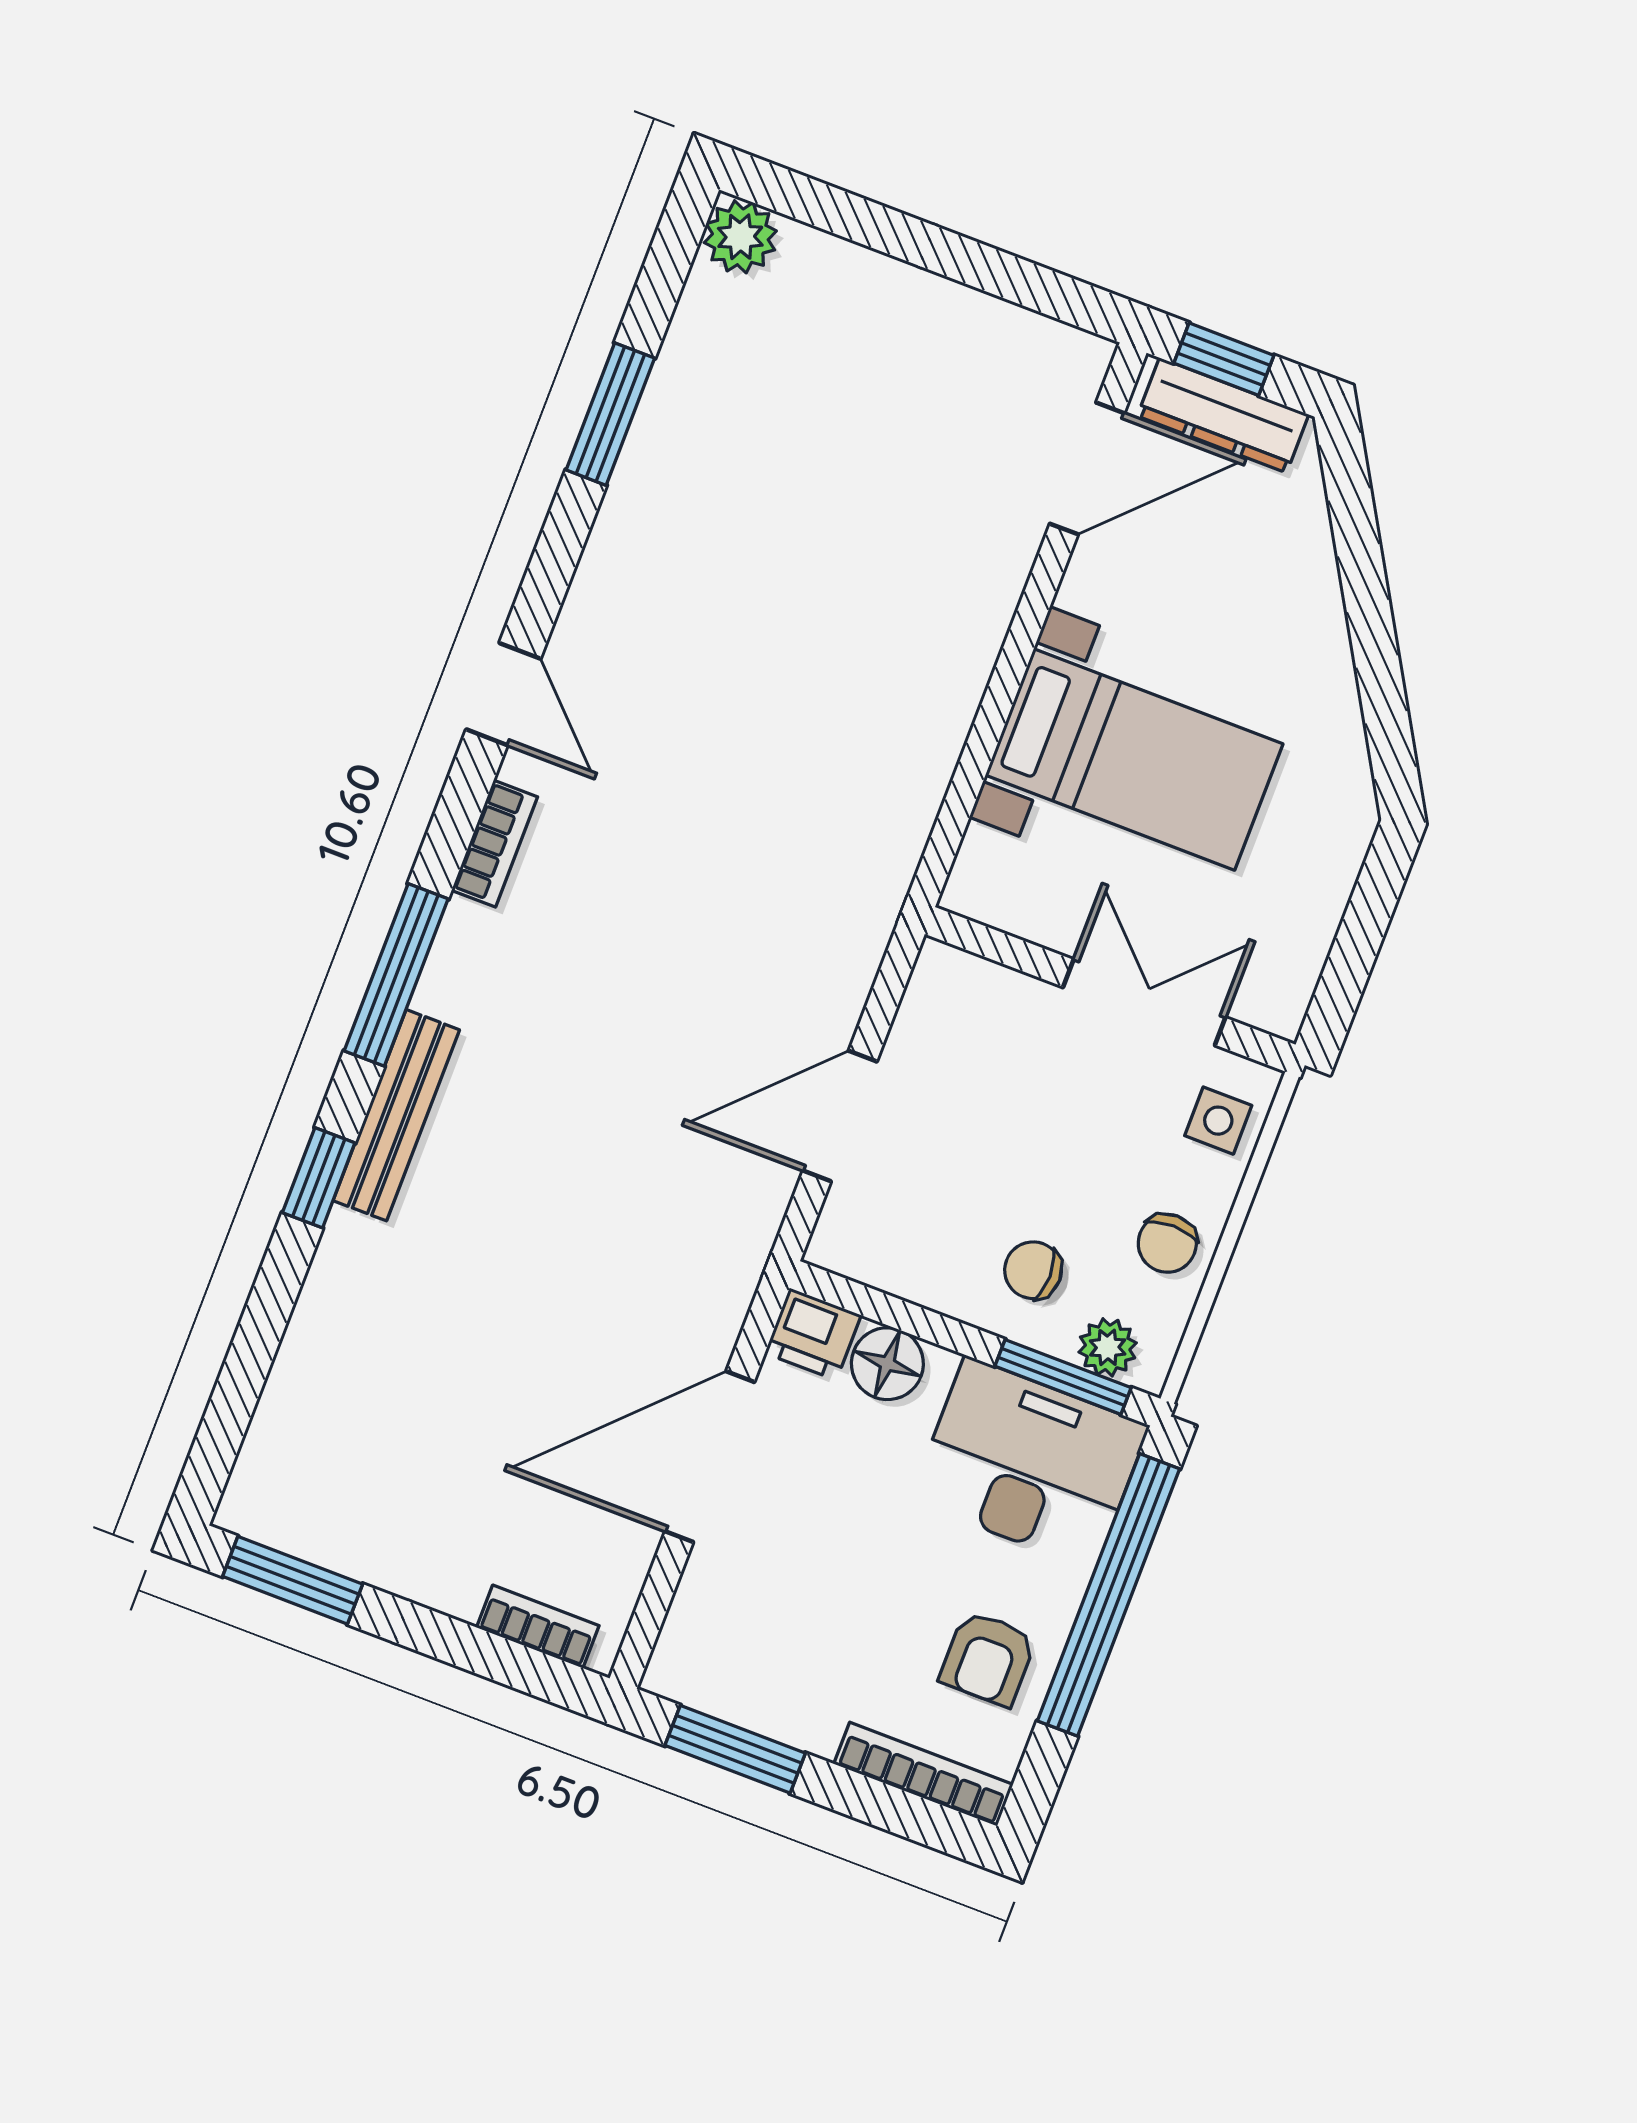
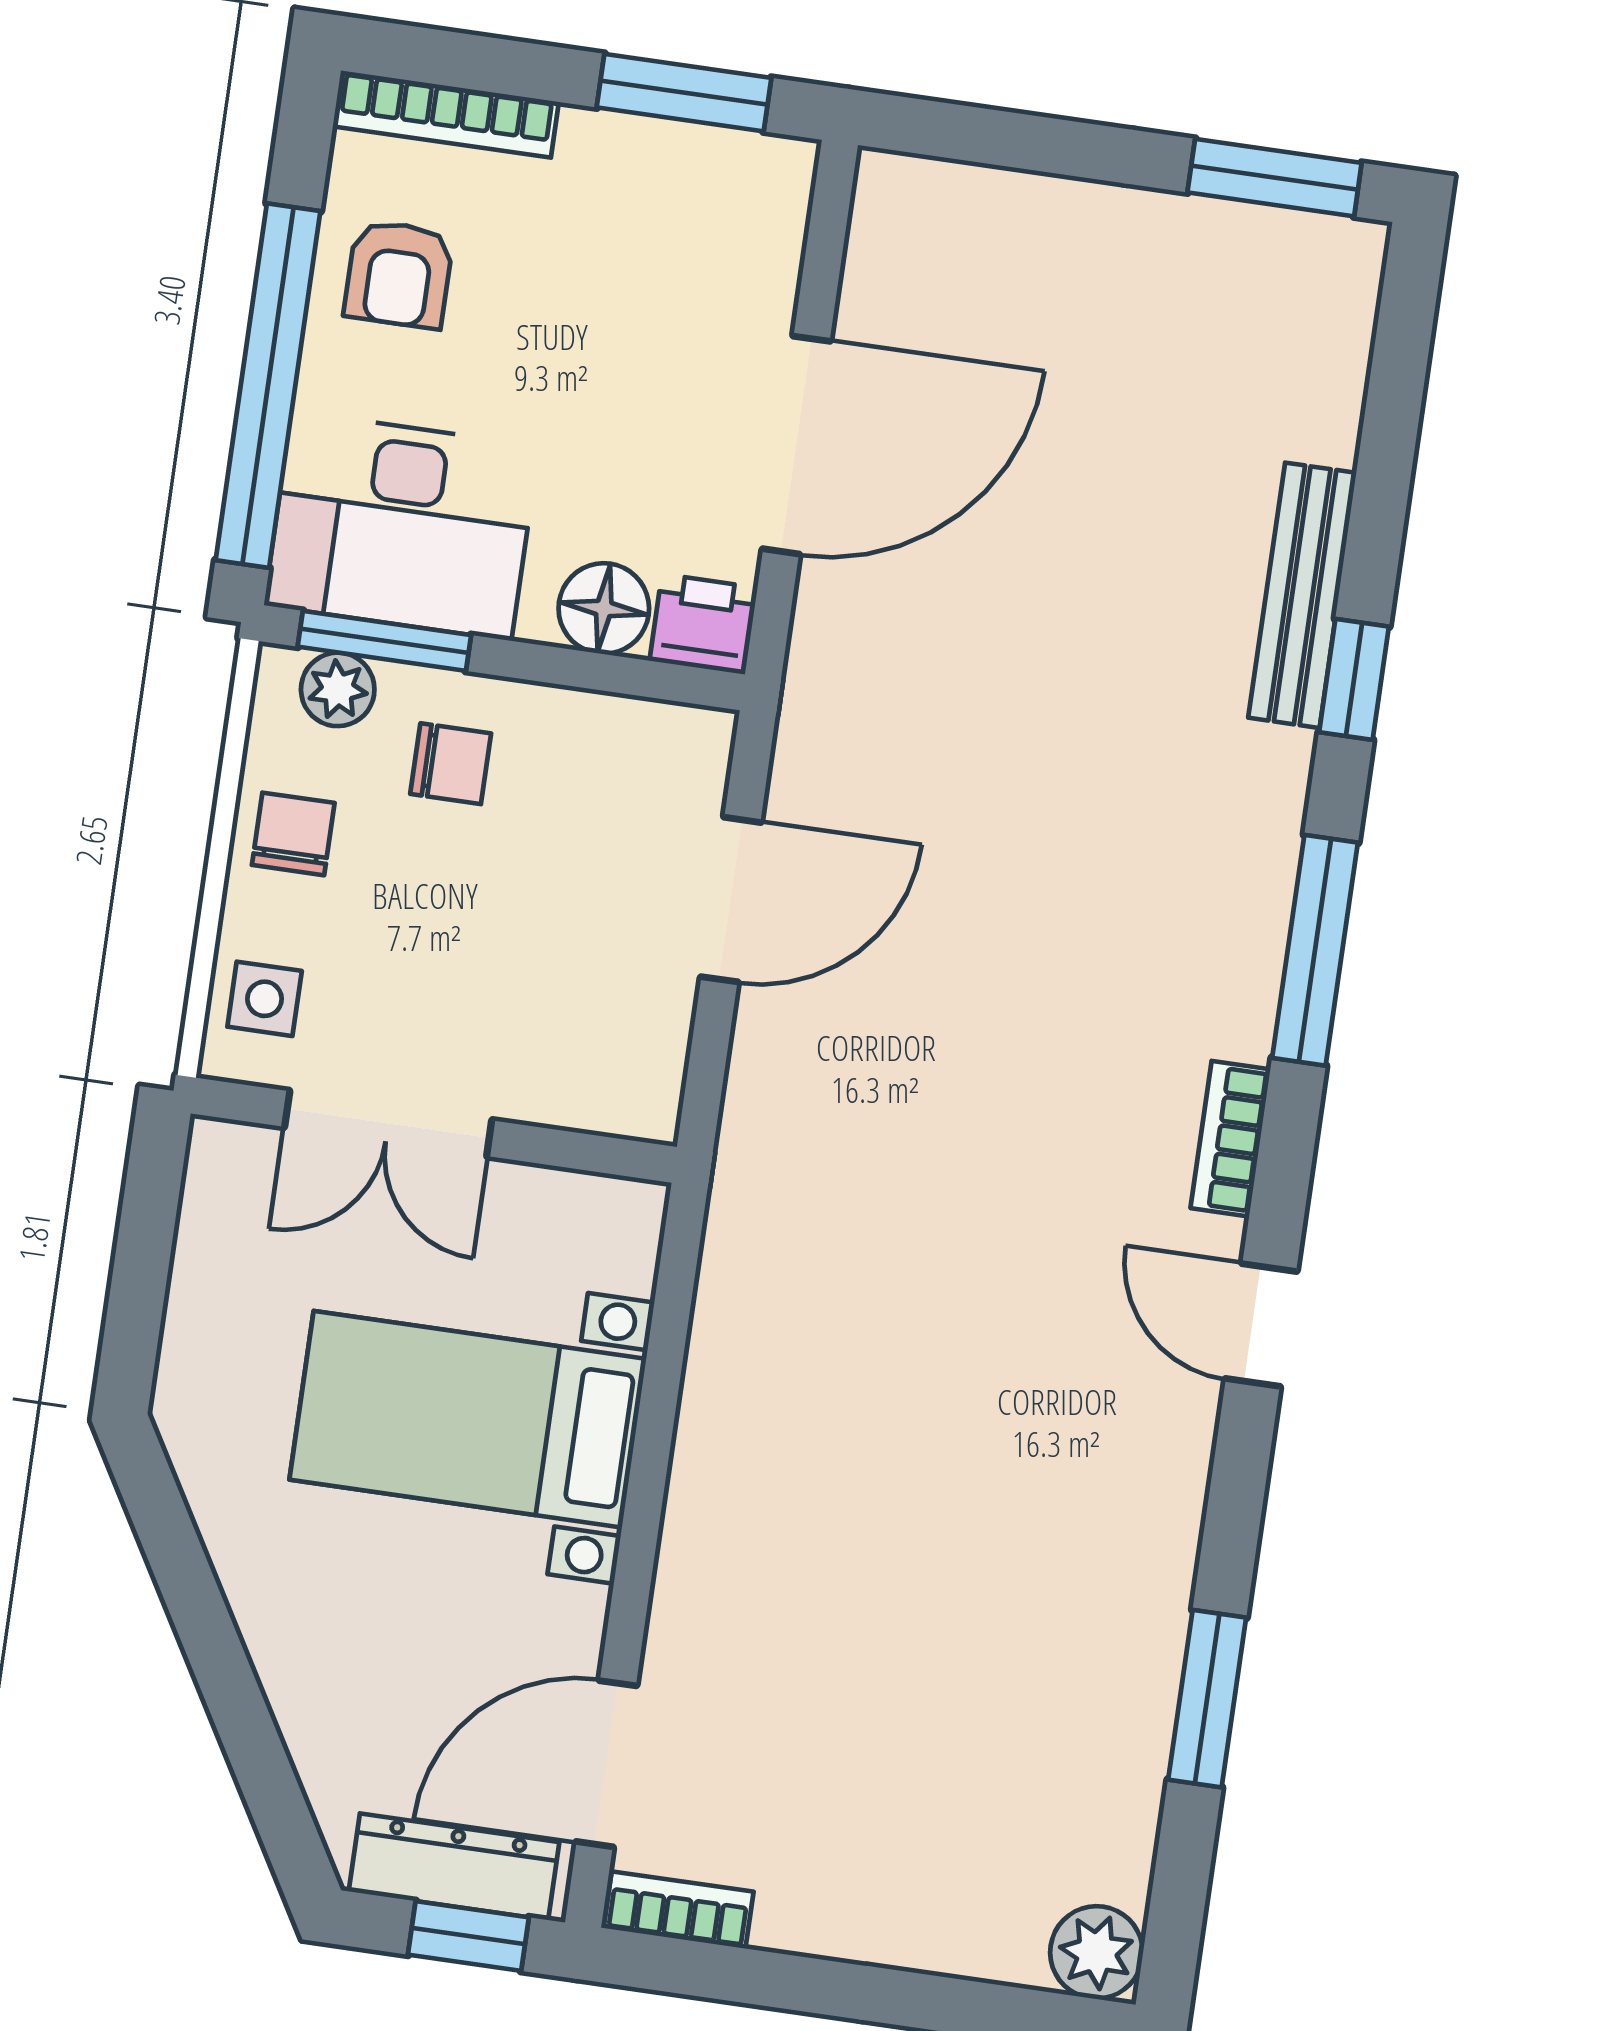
bench: (396, 1115) -> (1302, 595), moved
bookcase: (538, 1627) -> (679, 1910), moved, turned 180
armchair: (988, 1658) -> (399, 274), turned 180

